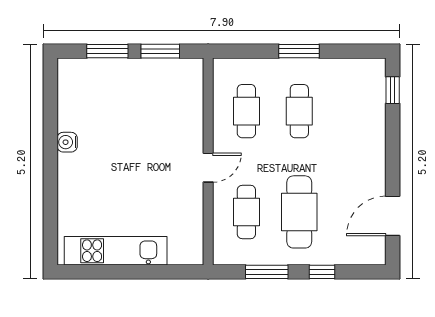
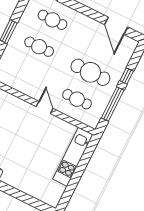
cafe table: (246, 111) -> (52, 20), moved
kitchen unit: (116, 251) -> (73, 157), moved
window: (267, 272) -> (113, 104), width x1.44

